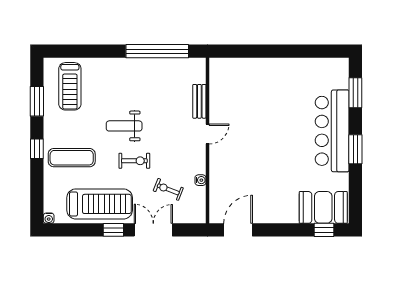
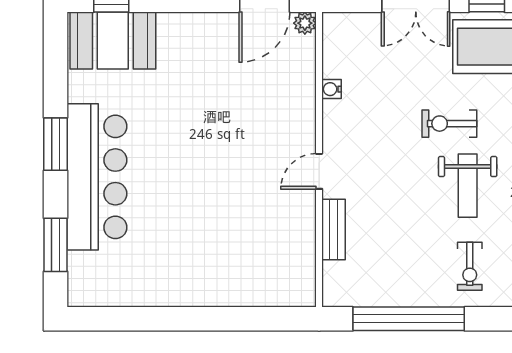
weight bench: (124, 126) -> (468, 186), turned 90
exercise bike: (168, 189) -> (470, 266), moved, turned 69
plant: (215, 217) -> (305, 23), added

